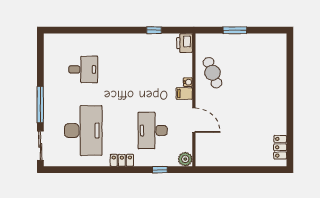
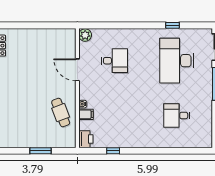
filing cabinet: (184, 93) -> (86, 114), moved
desk: (153, 130) -> (114, 61), width x0.73
locker: (122, 160) -> (142, 34), removed
window: (160, 170) -> (172, 25), moved

